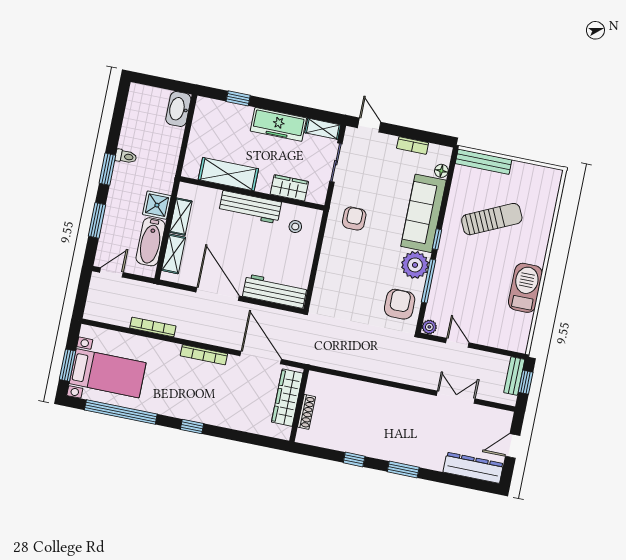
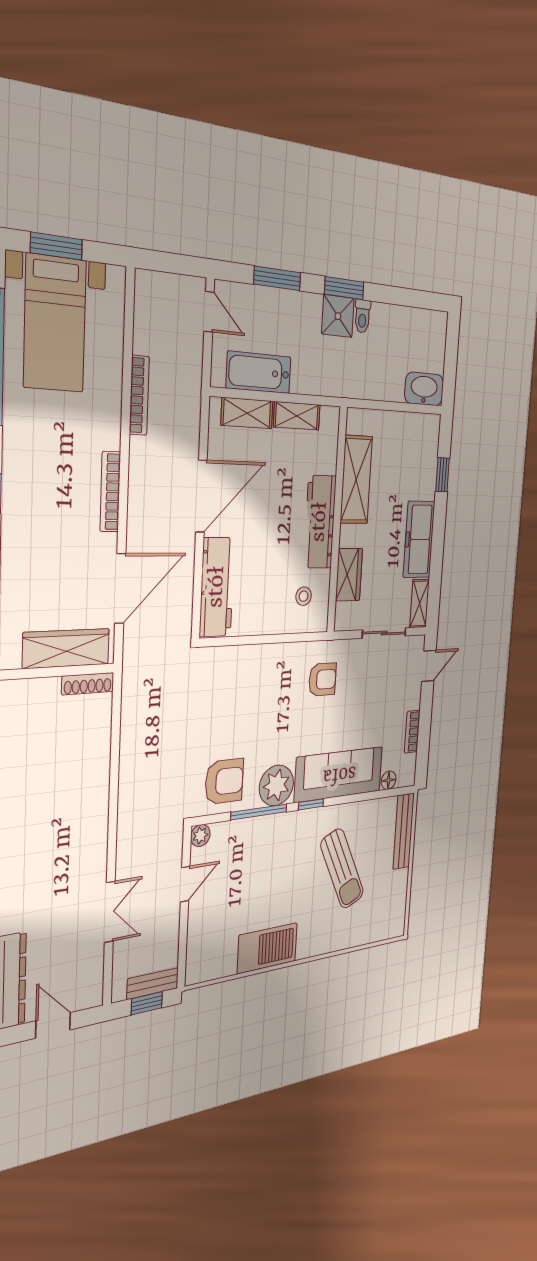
shower: (157, 205) -> (338, 316), moved
shoe rack: (306, 412) -> (88, 684), moved

